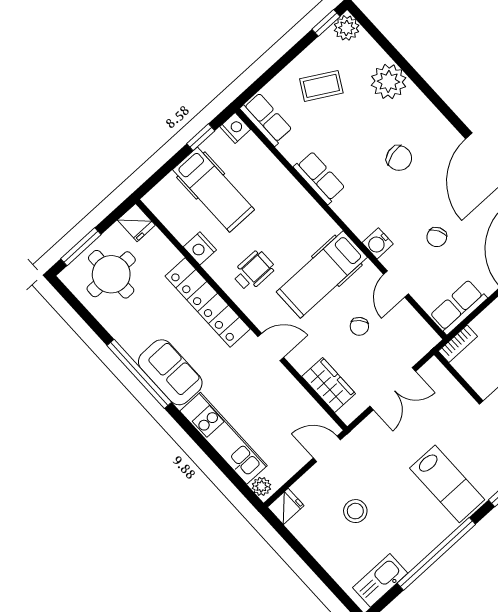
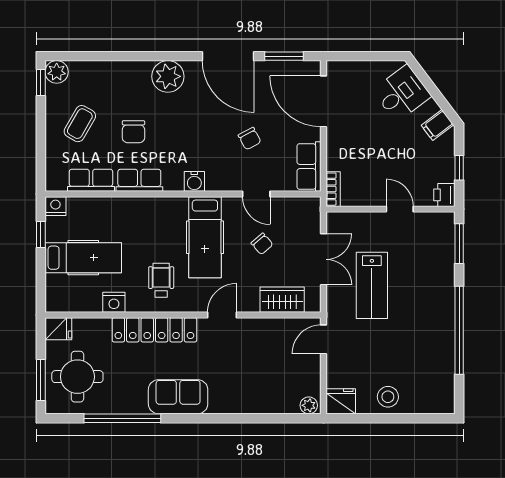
plant: (389, 82) -> (168, 76), moved
row of seats: (266, 119) -> (91, 180), moved
chair: (399, 158) -> (133, 132), moved, turned 105
water cooler: (378, 243) -> (194, 181), moved
window: (139, 374) -> (122, 418), moved
kitchen unit: (224, 438) -> (254, 401), removed
lab bench: (447, 484) -> (372, 285), moved, turned 90
fridge: (286, 506) -> (341, 401), width x1.38
stool: (355, 511) -> (388, 397), moved
kitchen sink: (380, 580) -> (443, 384), removed

